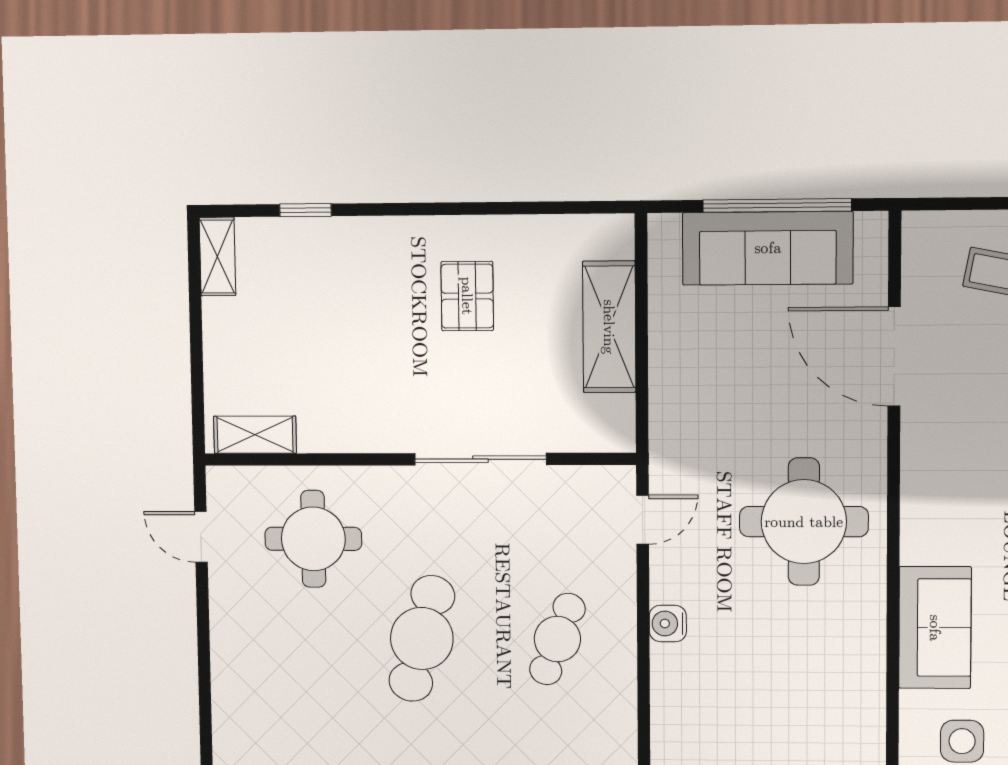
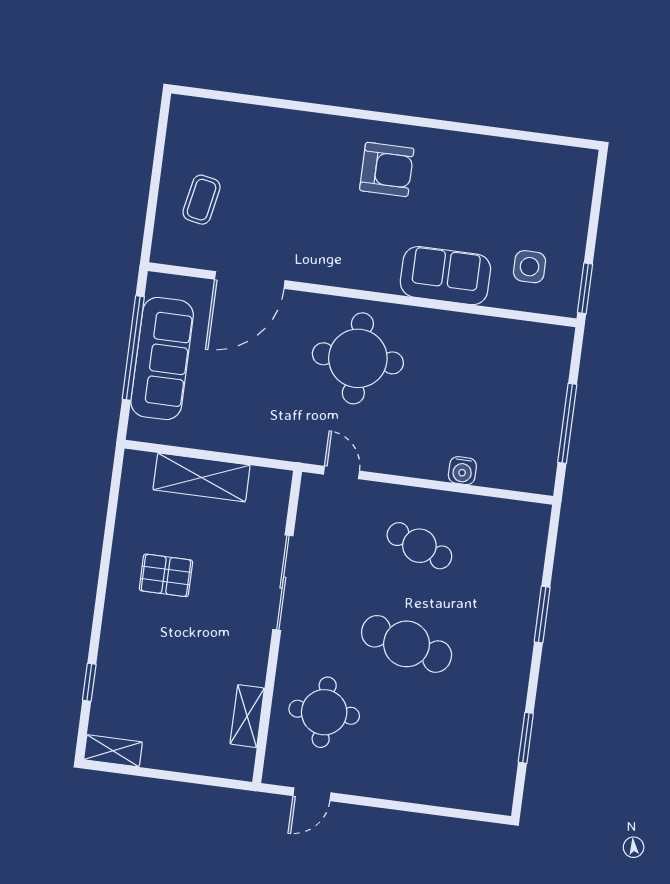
shelving: (255, 435) -> (247, 716), moved
water cooler: (668, 624) -> (462, 471), moved

